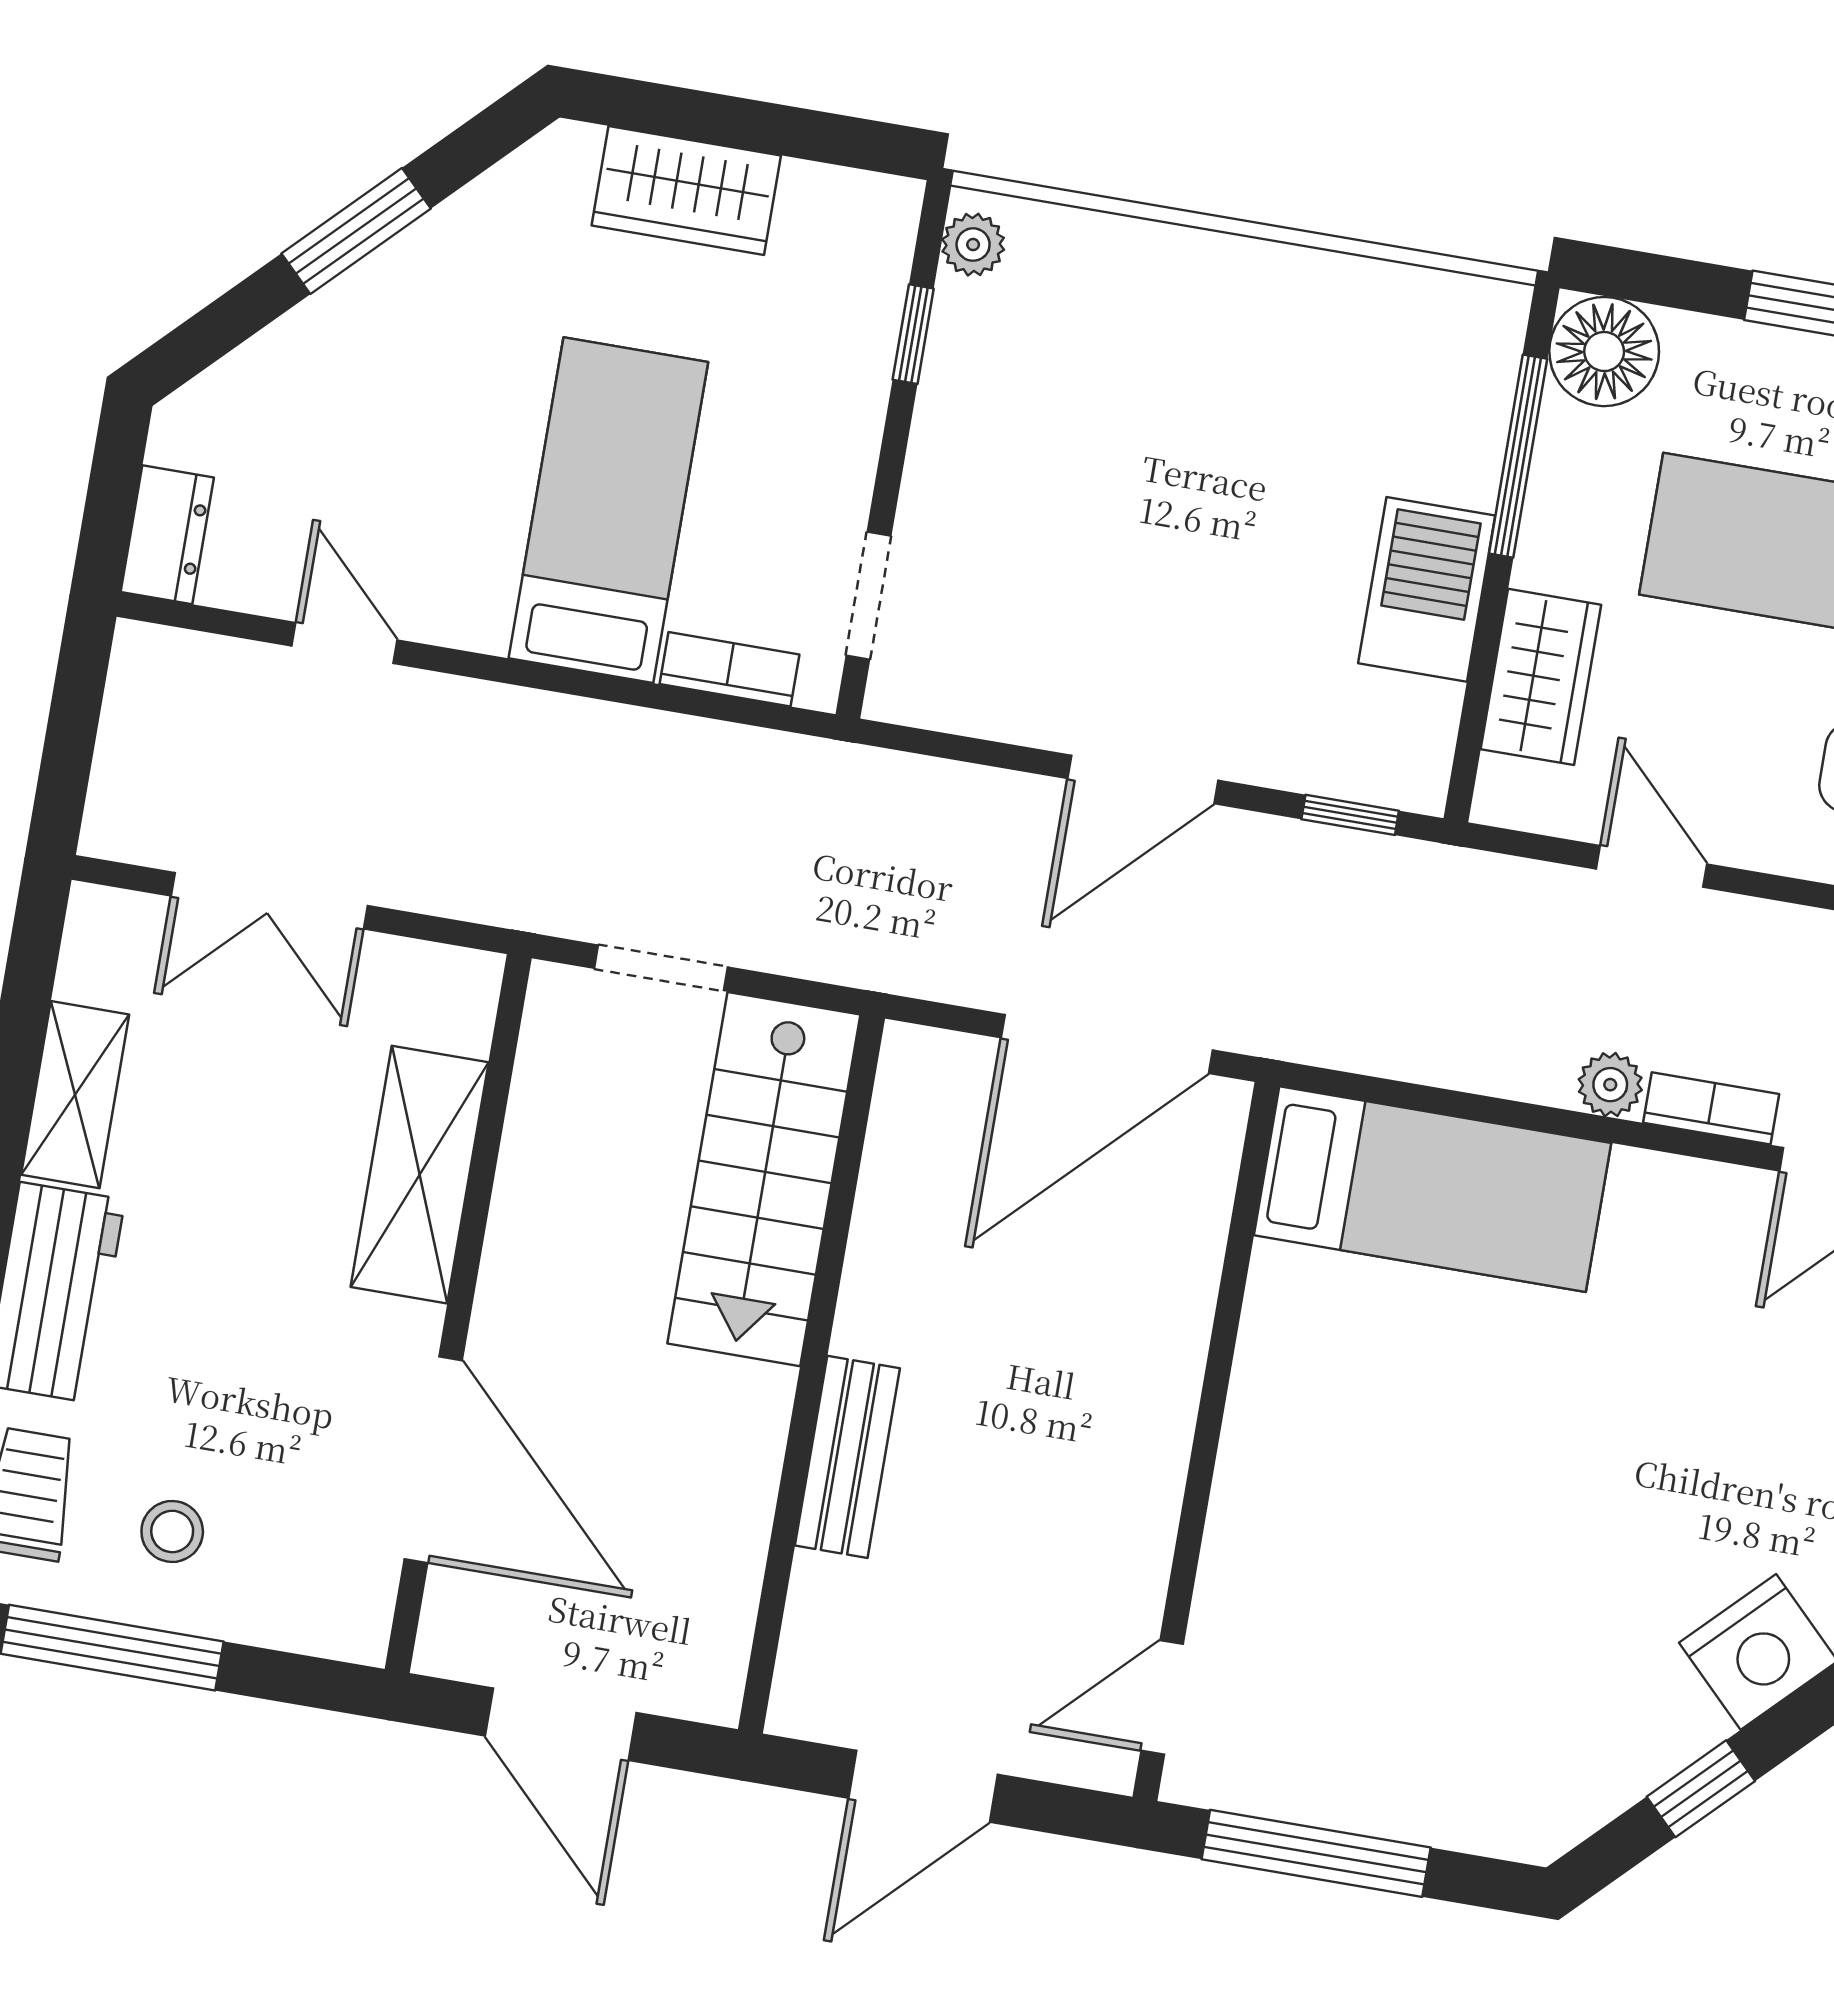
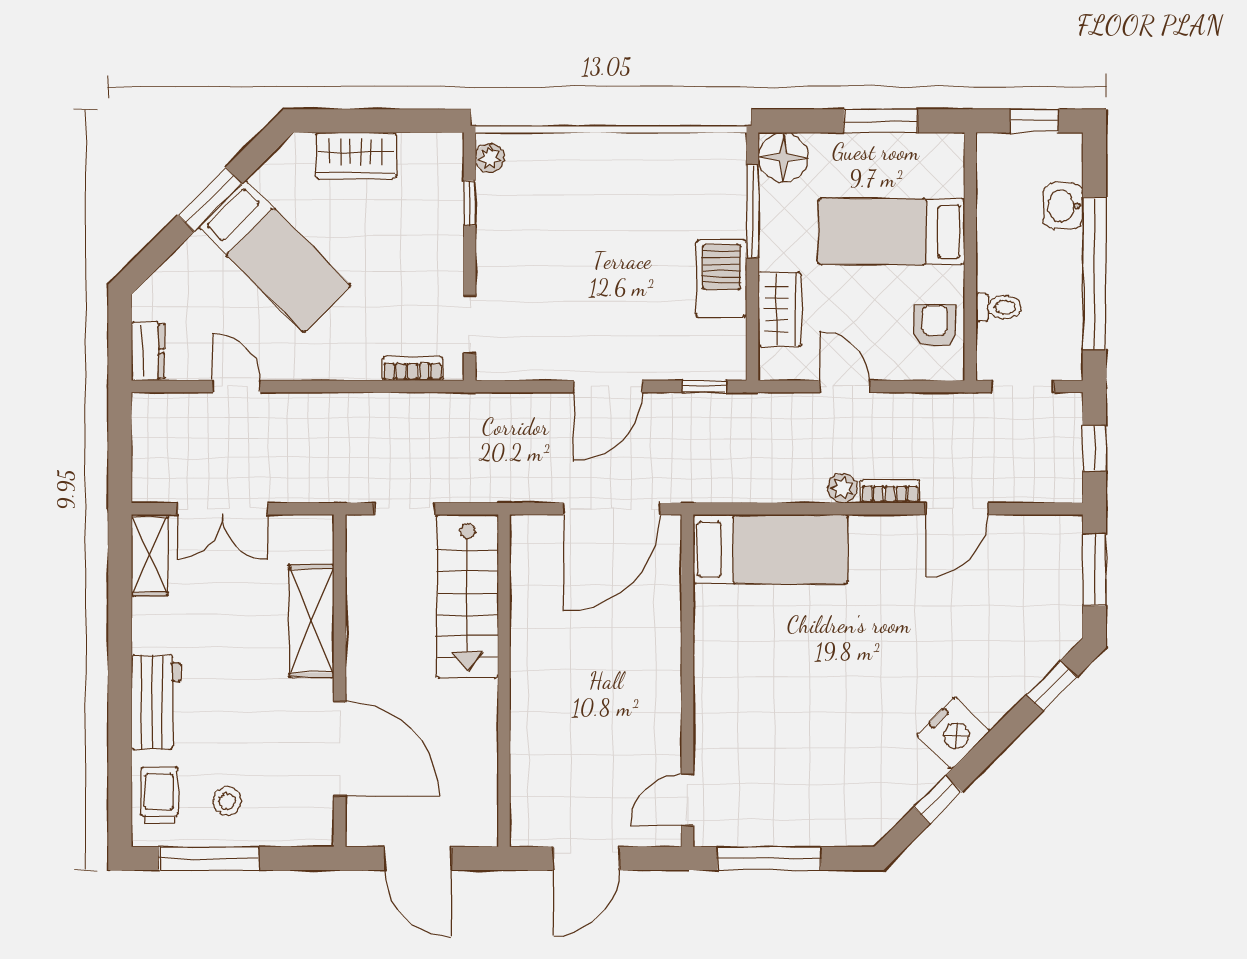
bed: (608, 510) -> (275, 256), moved, turned 135
shelving: (75, 1095) -> (150, 555), moved
bench: (847, 1457) -> (527, 715), removed

